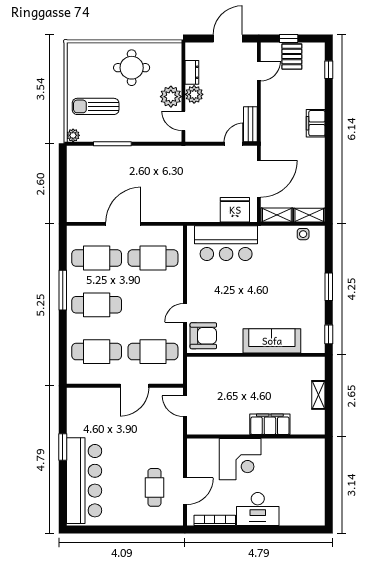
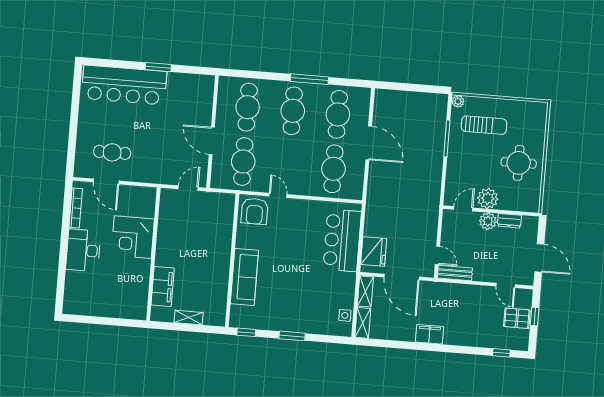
sun lounger: (96, 106) -> (484, 125), turned 90
filing cabinet: (316, 123) -> (429, 334), moved
filing cabinet: (270, 424) -> (163, 287), moved

